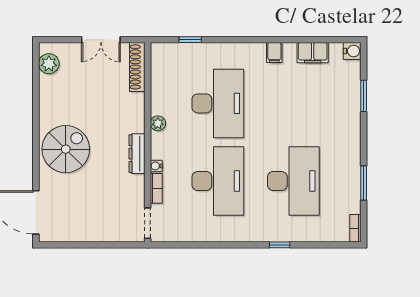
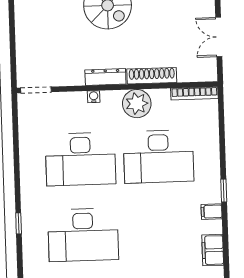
window: (190, 40) -> (224, 191), moved
shoe rack: (137, 67) -> (152, 76), moved
plant: (158, 123) -> (137, 104), width x1.88, depth x1.88
bookcase: (156, 188) -> (194, 93), moved, width x1.56

